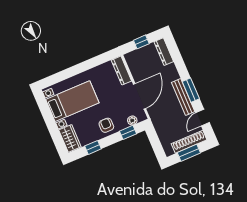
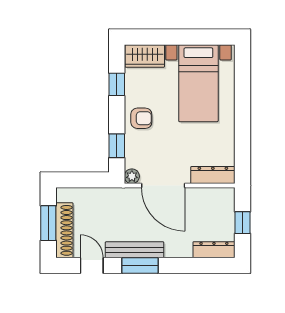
plant: (132, 120) -> (132, 176), moved

